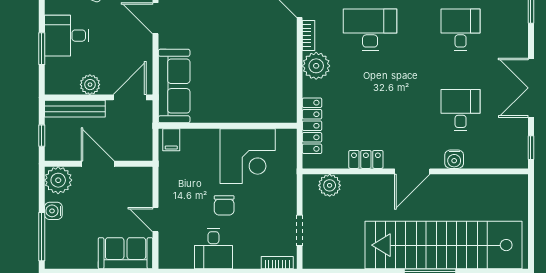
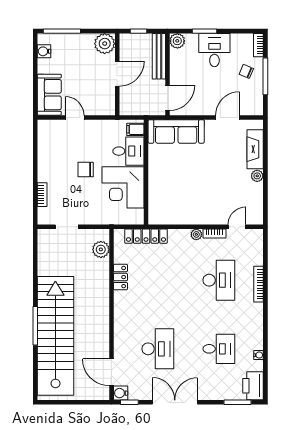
plant: (316, 66) -> (196, 234), width x0.53, depth x0.53
plant: (90, 85) -> (177, 41), moved
door: (130, 97) -> (168, 98), hinge flipped
desk: (461, 110) -> (158, 349), width x1.37
water cooler: (454, 159) -> (121, 393), moved
door: (412, 171) -> (111, 372), moved
water cooler: (53, 211) -> (44, 51), moved, turned -90
door: (156, 220) -> (75, 117), hinge flipped
desk: (213, 249) -> (128, 151), moved, turned 180
bookcase: (277, 263) -> (42, 195), moved

